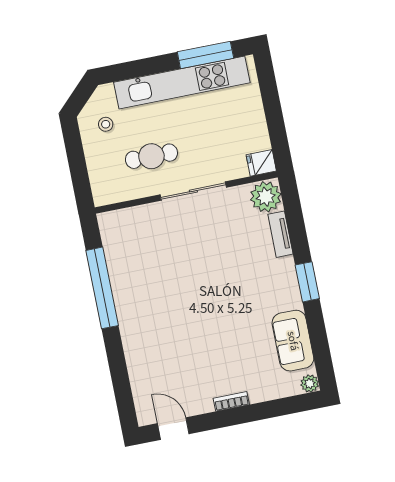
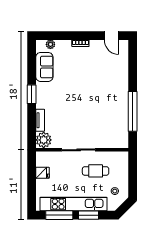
window: (148, 66) -> (88, 215), added
fridge: (261, 163) -> (43, 173), moved
plant: (310, 383) -> (50, 44), moved

